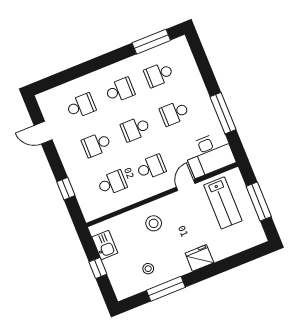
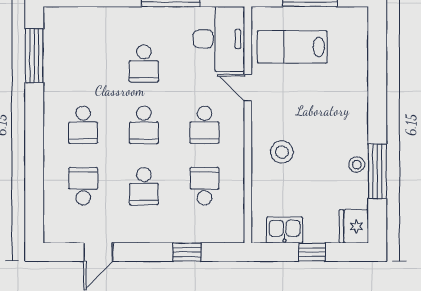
school desk: (159, 75) -> (83, 63), removed
school desk: (120, 90) -> (83, 125), turned 180
school desk: (151, 167) -> (205, 125), turned 180
lab bench: (223, 203) -> (292, 47), turned 180
fridge: (199, 258) -> (354, 226), moved
stool: (148, 269) -> (357, 165), moved

